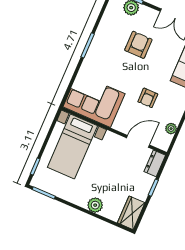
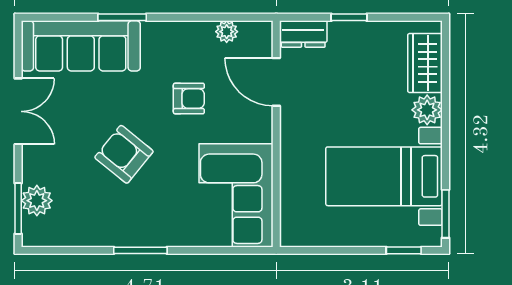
armchair: (138, 45) -> (124, 154), moved, turned 39
bed with nightstands: (72, 146) -> (384, 176), moved, turned 180
wardrobe: (131, 213) -> (425, 63), moved, turned 90

